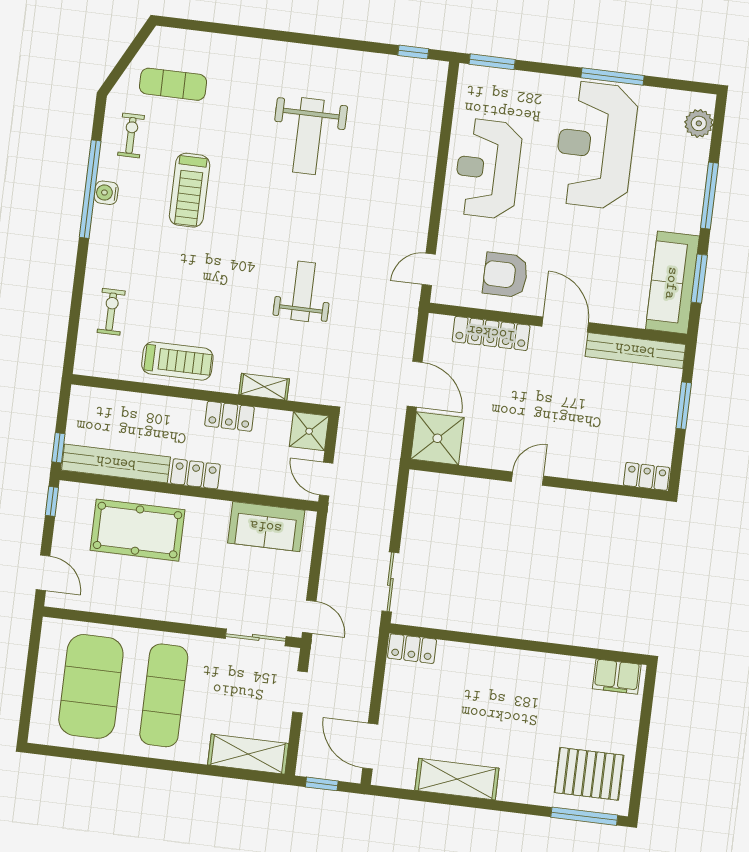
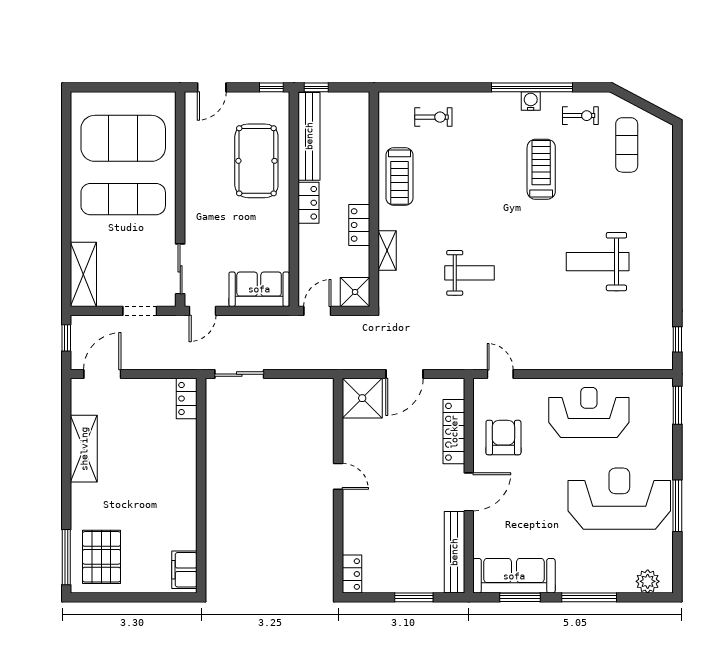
treadmill: (190, 190) -> (541, 169), turned 90
sofa: (266, 527) -> (259, 289), moved, turned 90

